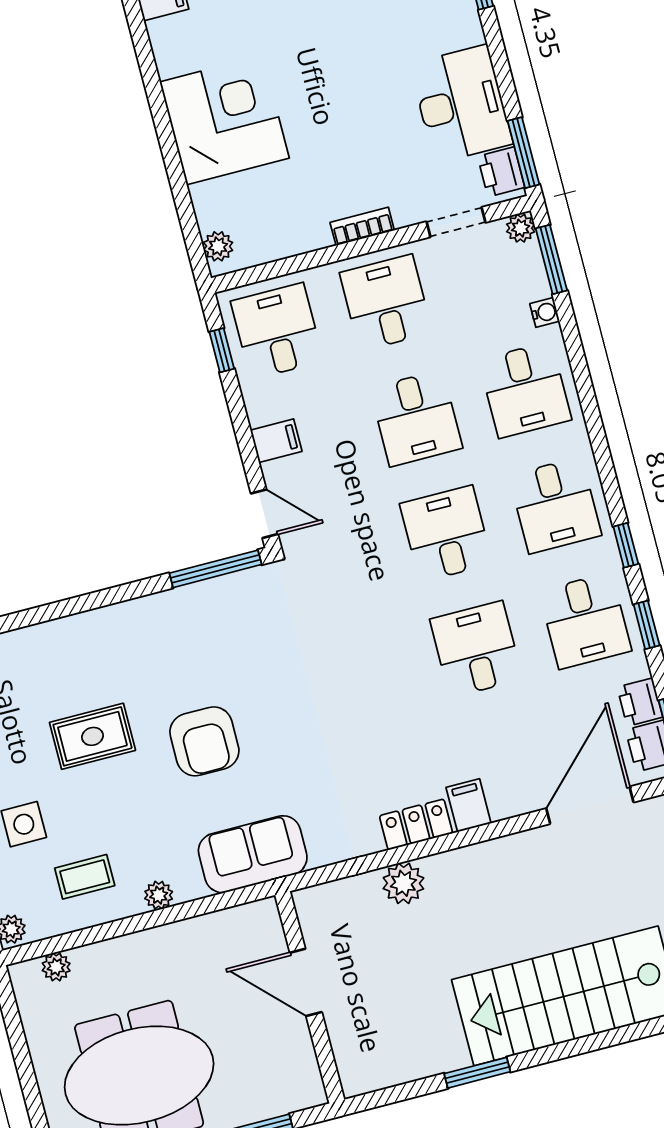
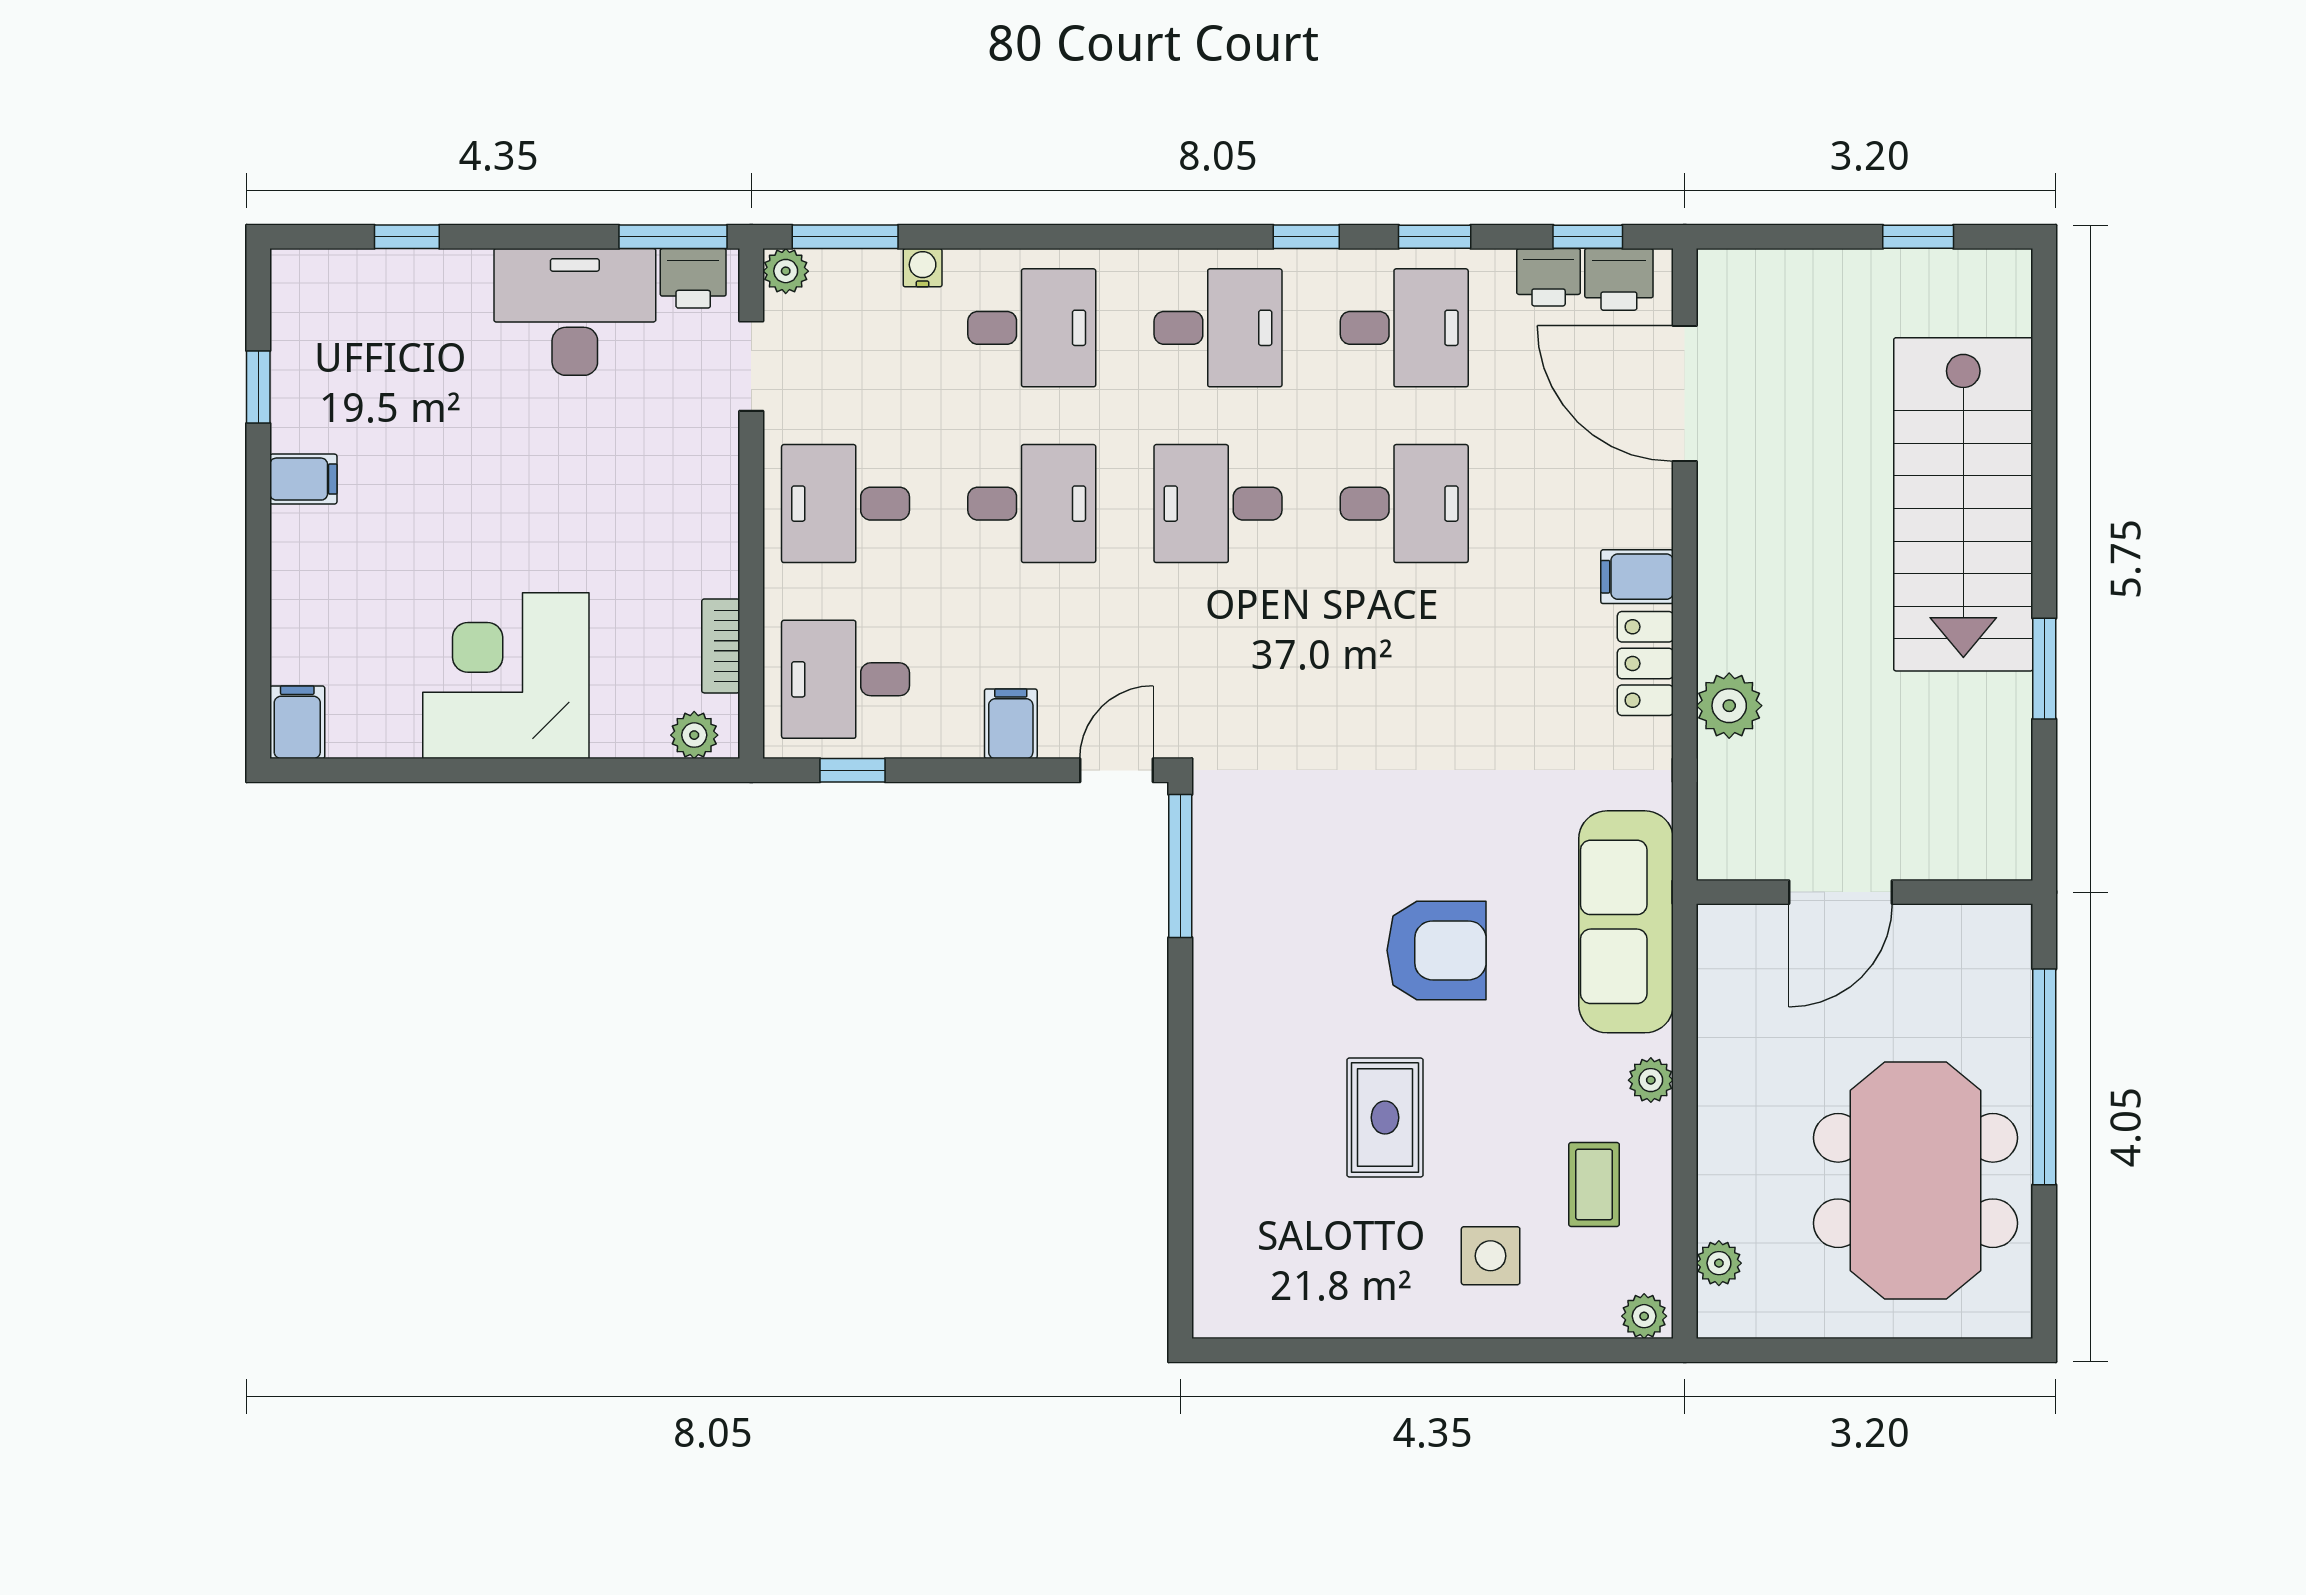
bookcase: (362, 226) -> (721, 646), moved
desk: (476, 649) -> (1404, 504), turned 180
sofa: (253, 854) -> (1626, 922), width x1.36

